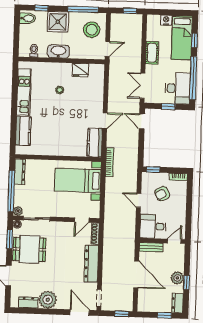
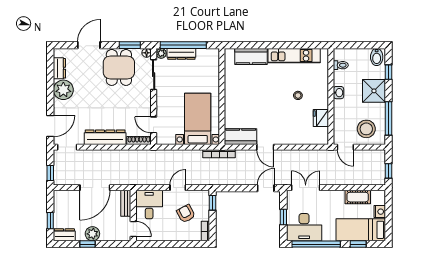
washbasin: (58, 51) -> (339, 93), width x0.52, depth x0.69
cot: (152, 53) -> (358, 197), moved
dresser: (20, 172) -> (181, 54), moved

